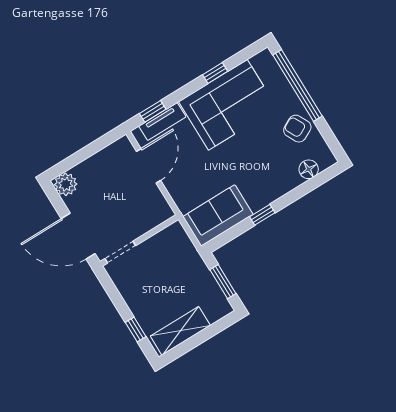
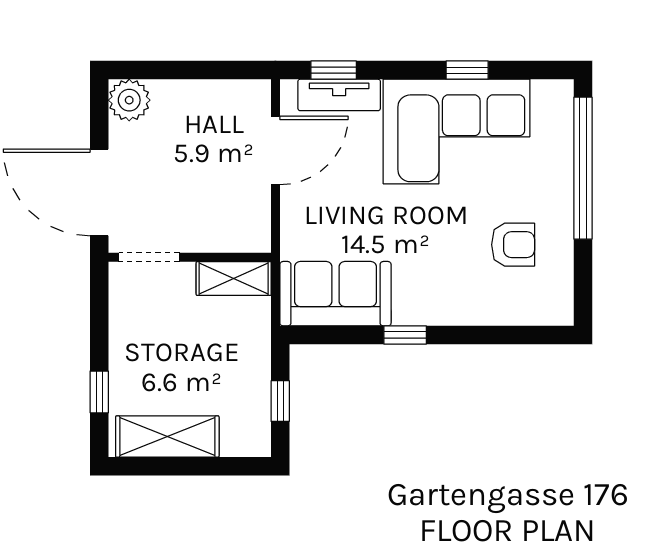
armchair: (297, 129) -> (513, 245), moved, turned 117
floor lamp: (309, 169) -> (520, 309), removed
shelving: (166, 238) -> (234, 278), added
window: (223, 282) -> (280, 401), width x0.67

